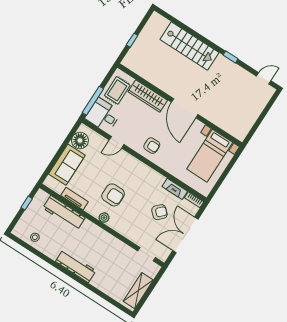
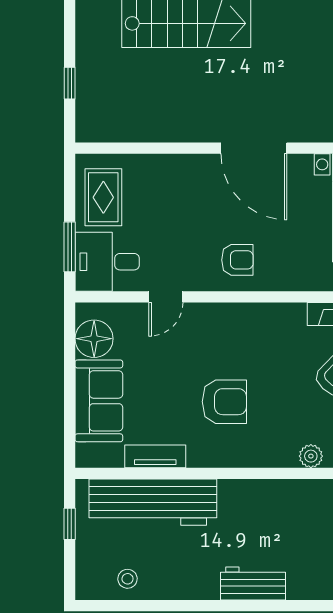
wardrobe: (148, 96) -> (169, 170), removed
window: (93, 101) -> (70, 247), width x0.69
workbench: (64, 213) -> (153, 502), width x1.36, depth x1.32
plant: (104, 218) -> (311, 456), moved
workbench: (76, 266) -> (253, 583), width x0.73

